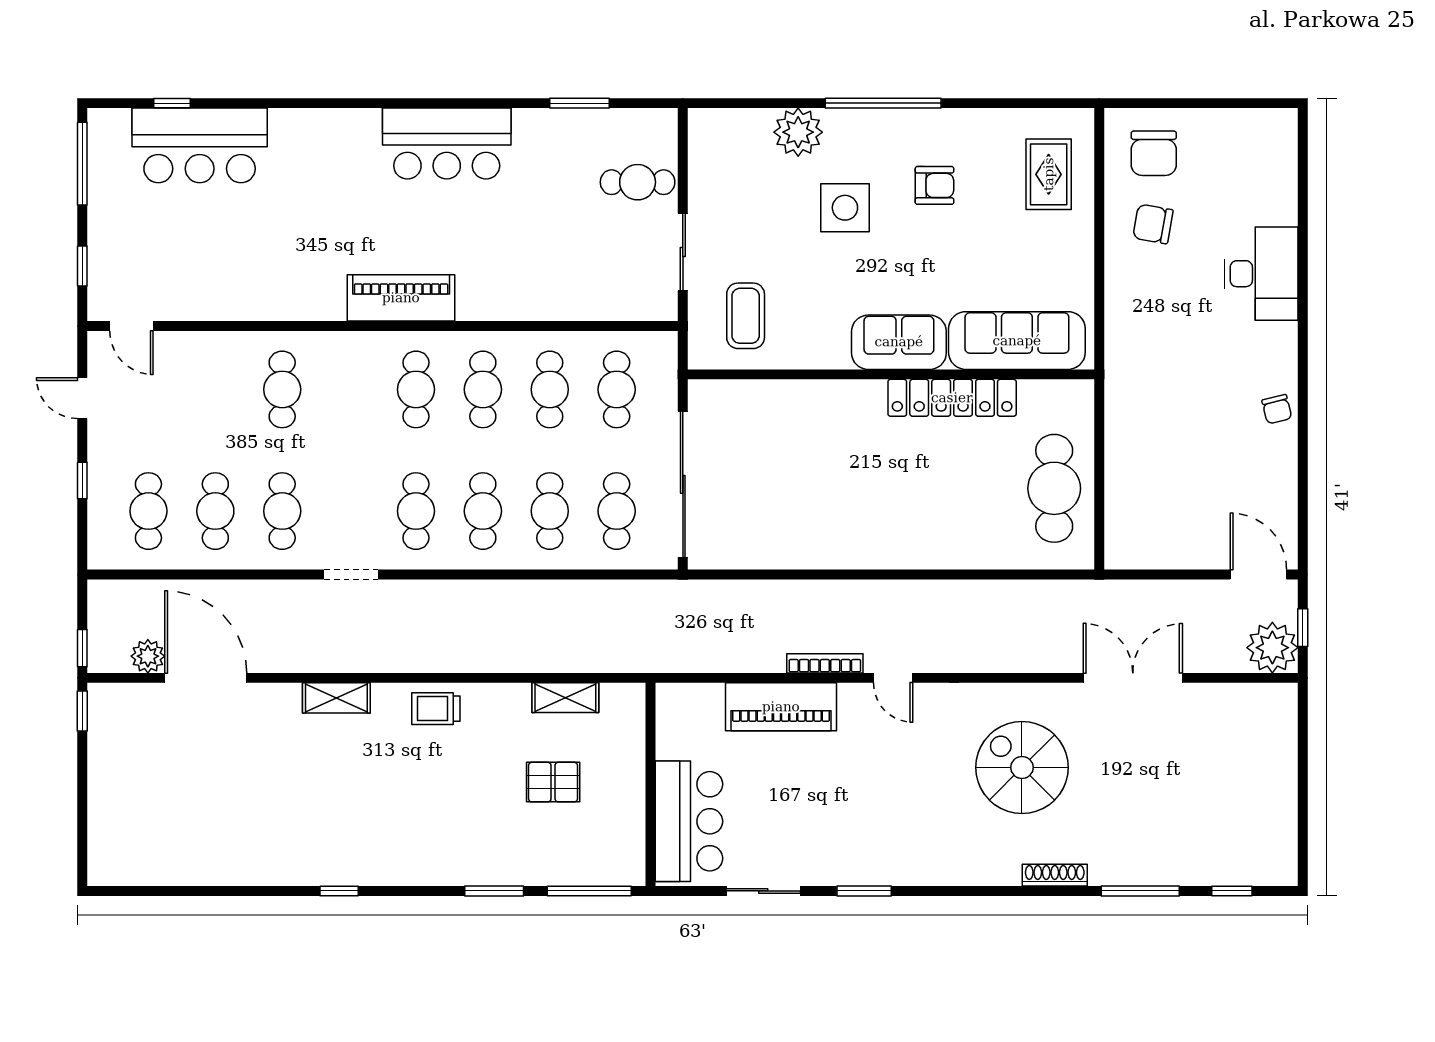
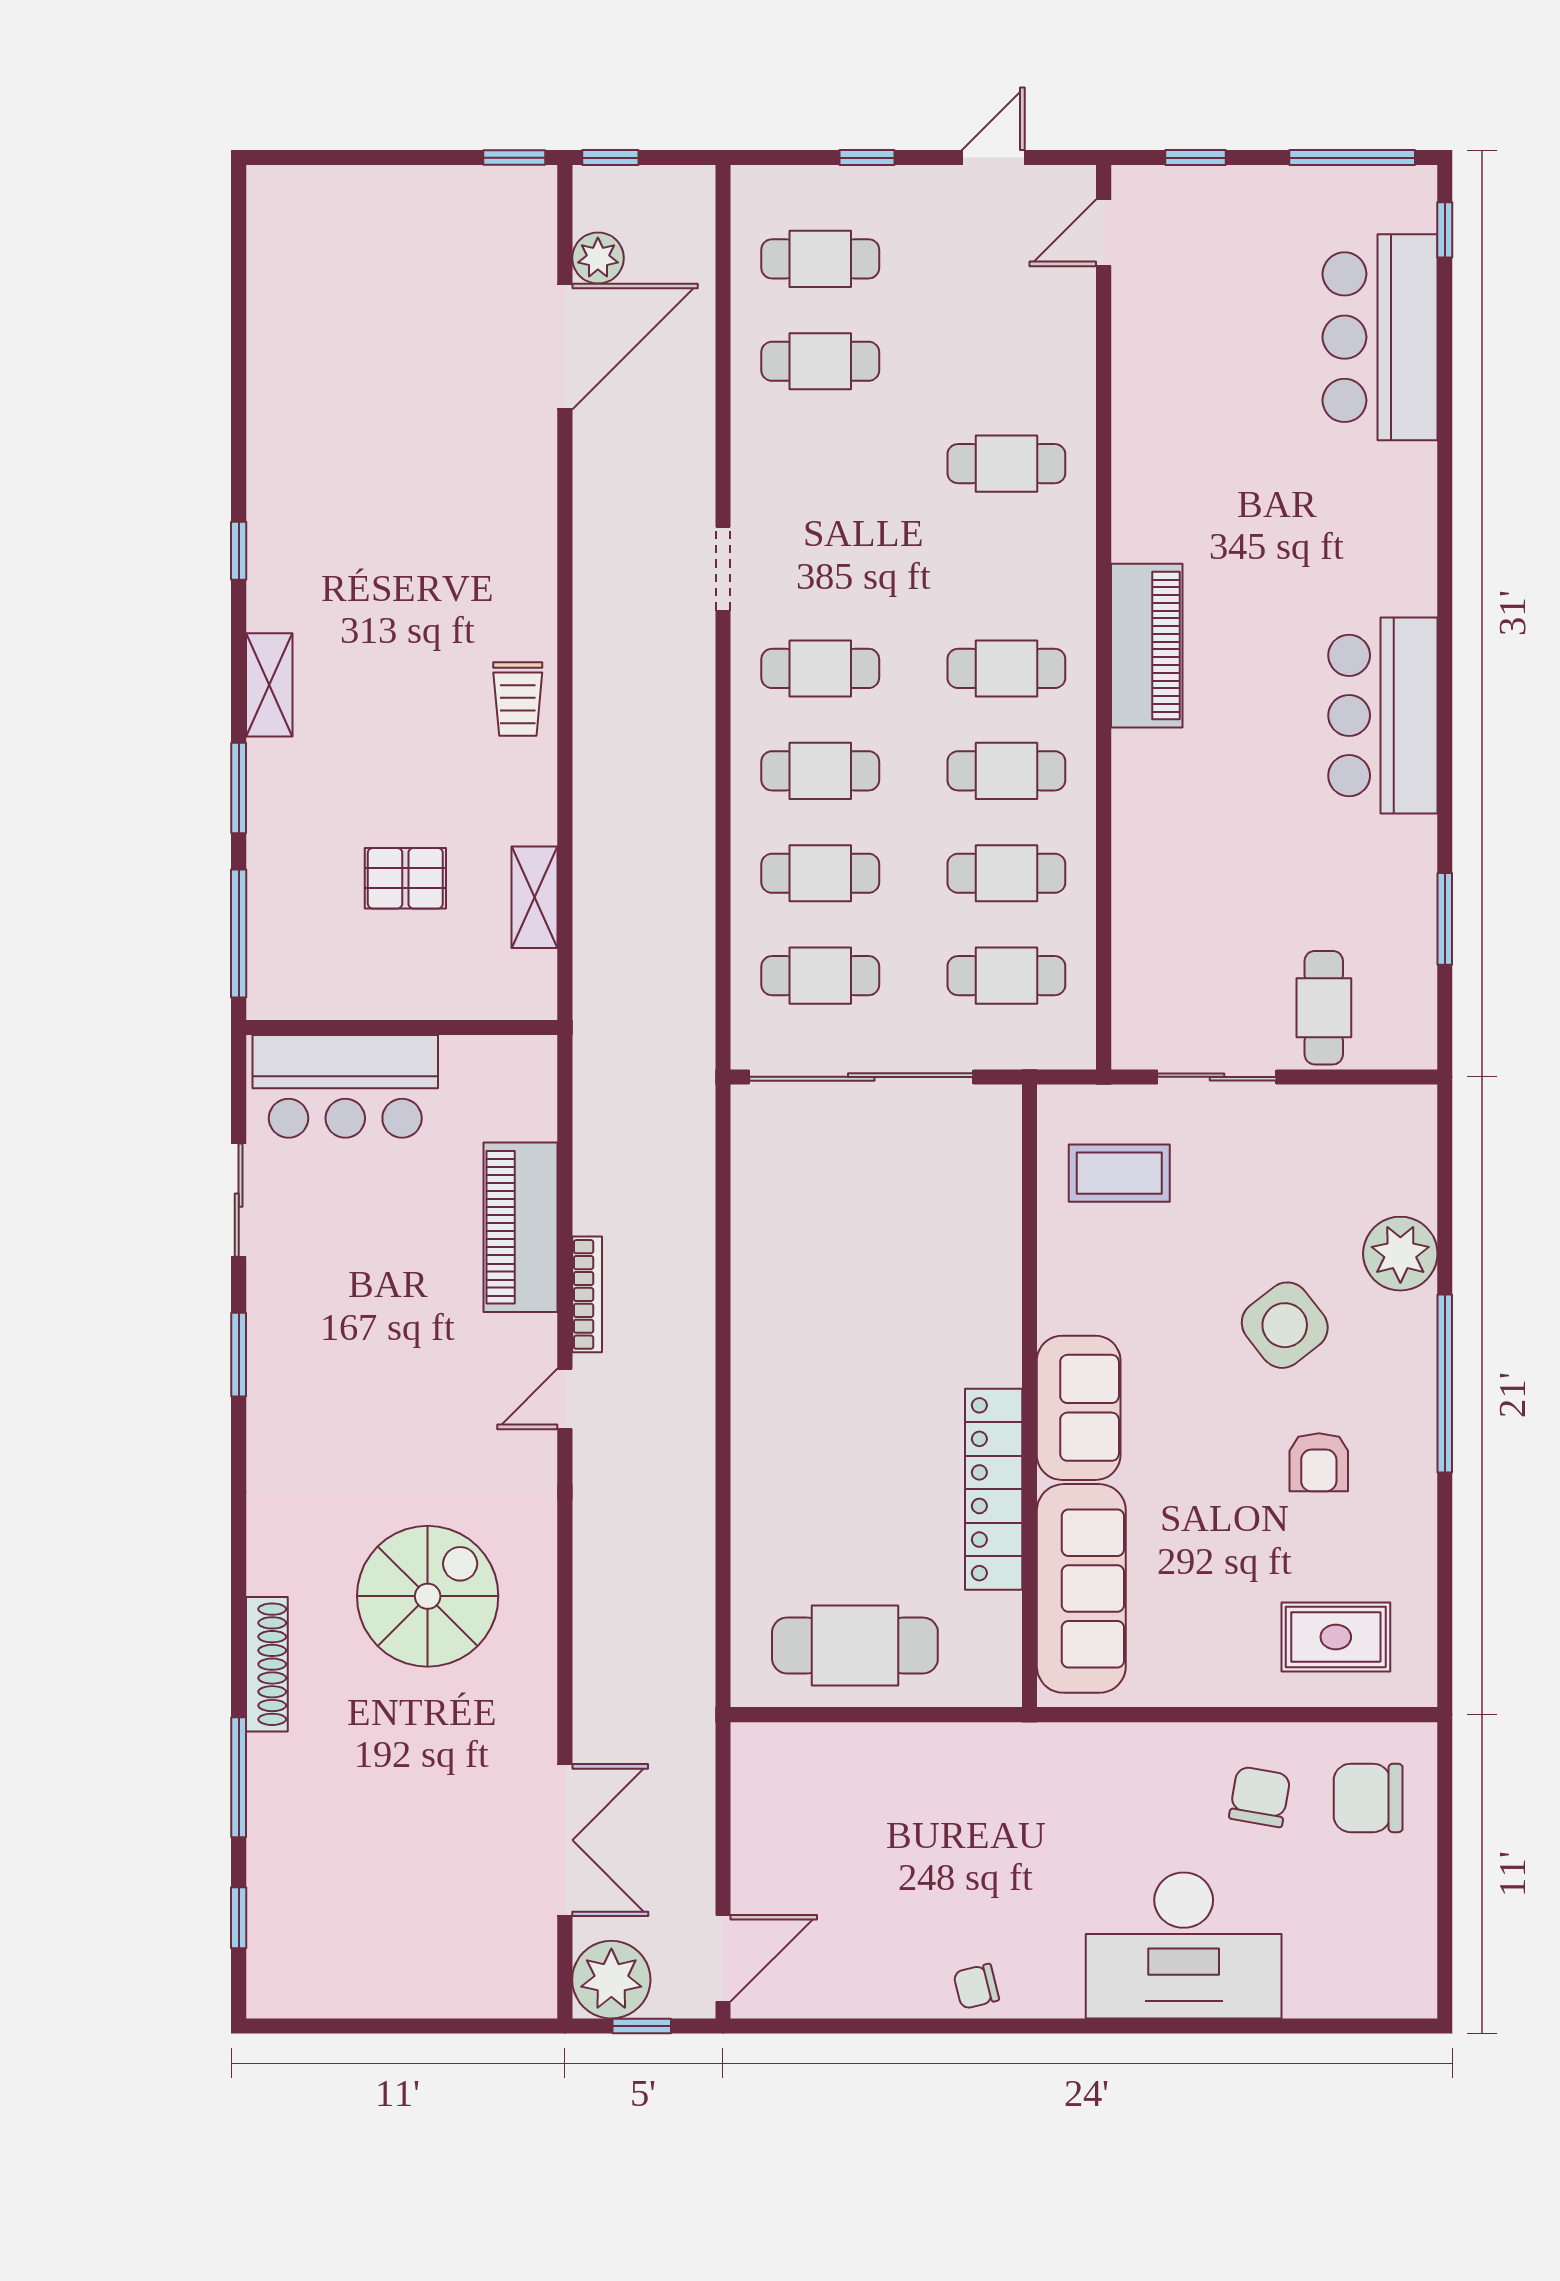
window: (172, 103) -> (1445, 230), moved
side table: (845, 208) -> (1285, 1325), turned -38
desk: (1261, 274) -> (1184, 1946), width x1.36, depth x1.30
cafe table: (282, 511) -> (820, 464), removed
double door: (1133, 678) -> (565, 1840), moved
shelving: (336, 698) -> (269, 685), moved
trolley: (436, 709) -> (518, 699), turned 180
pallet: (553, 782) -> (405, 878), turned 90
shoe rack: (1055, 875) -> (267, 1664), width x1.36, depth x1.24

